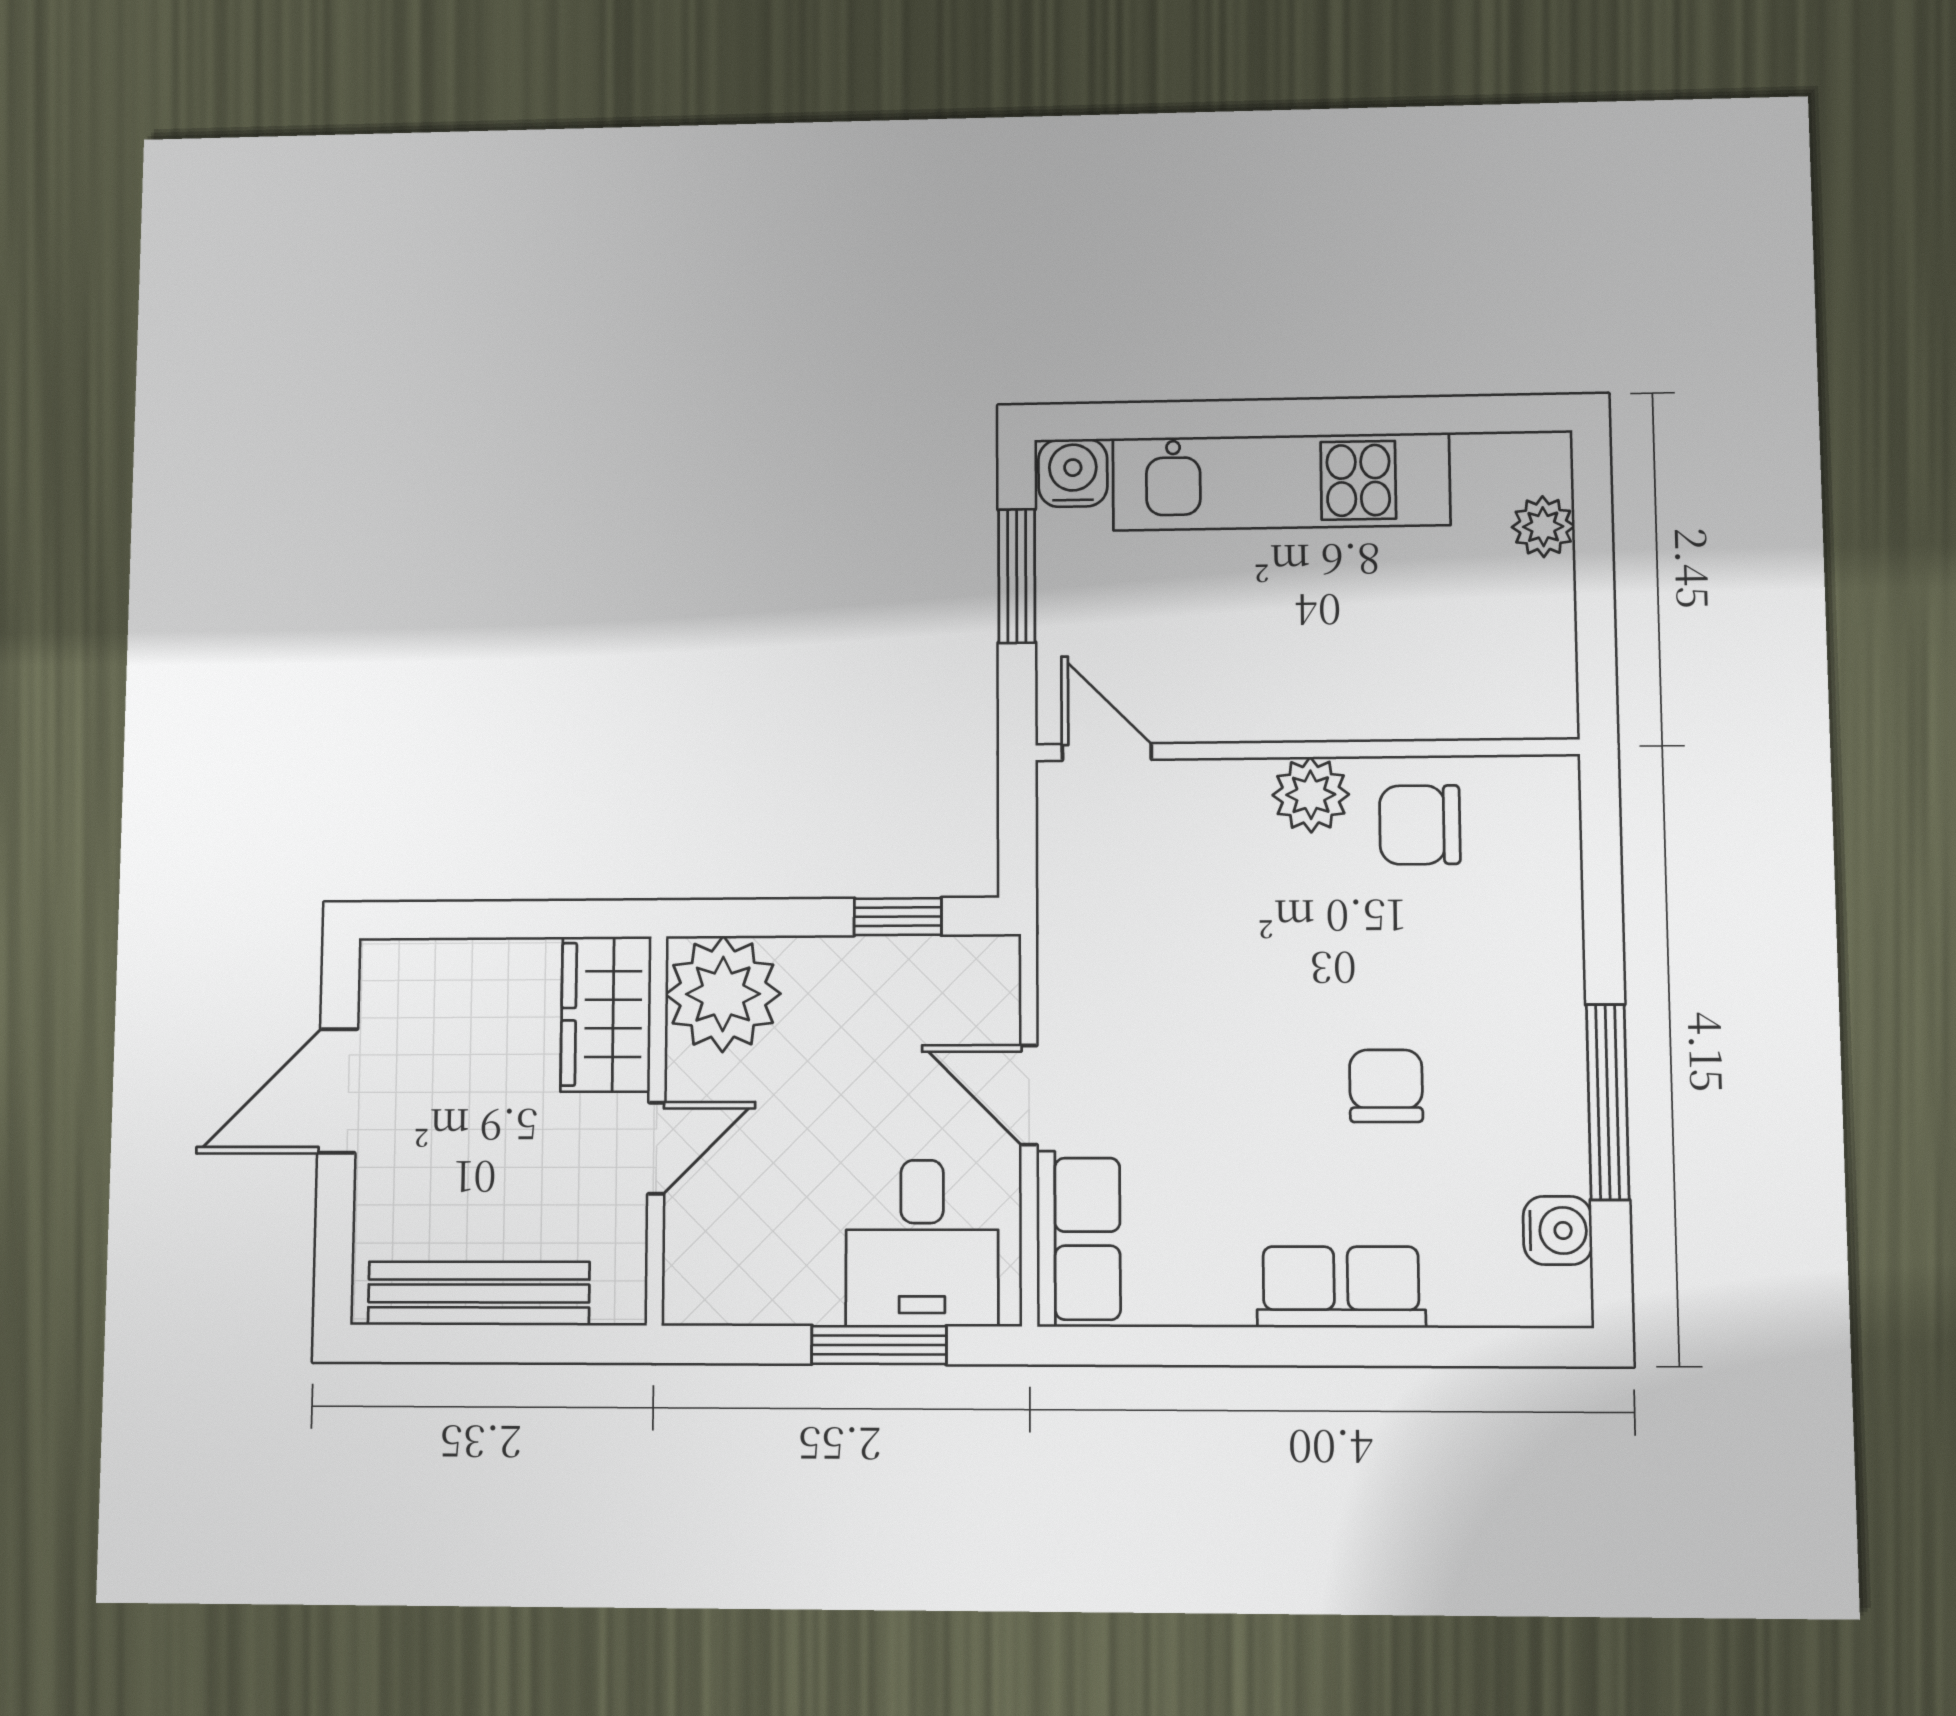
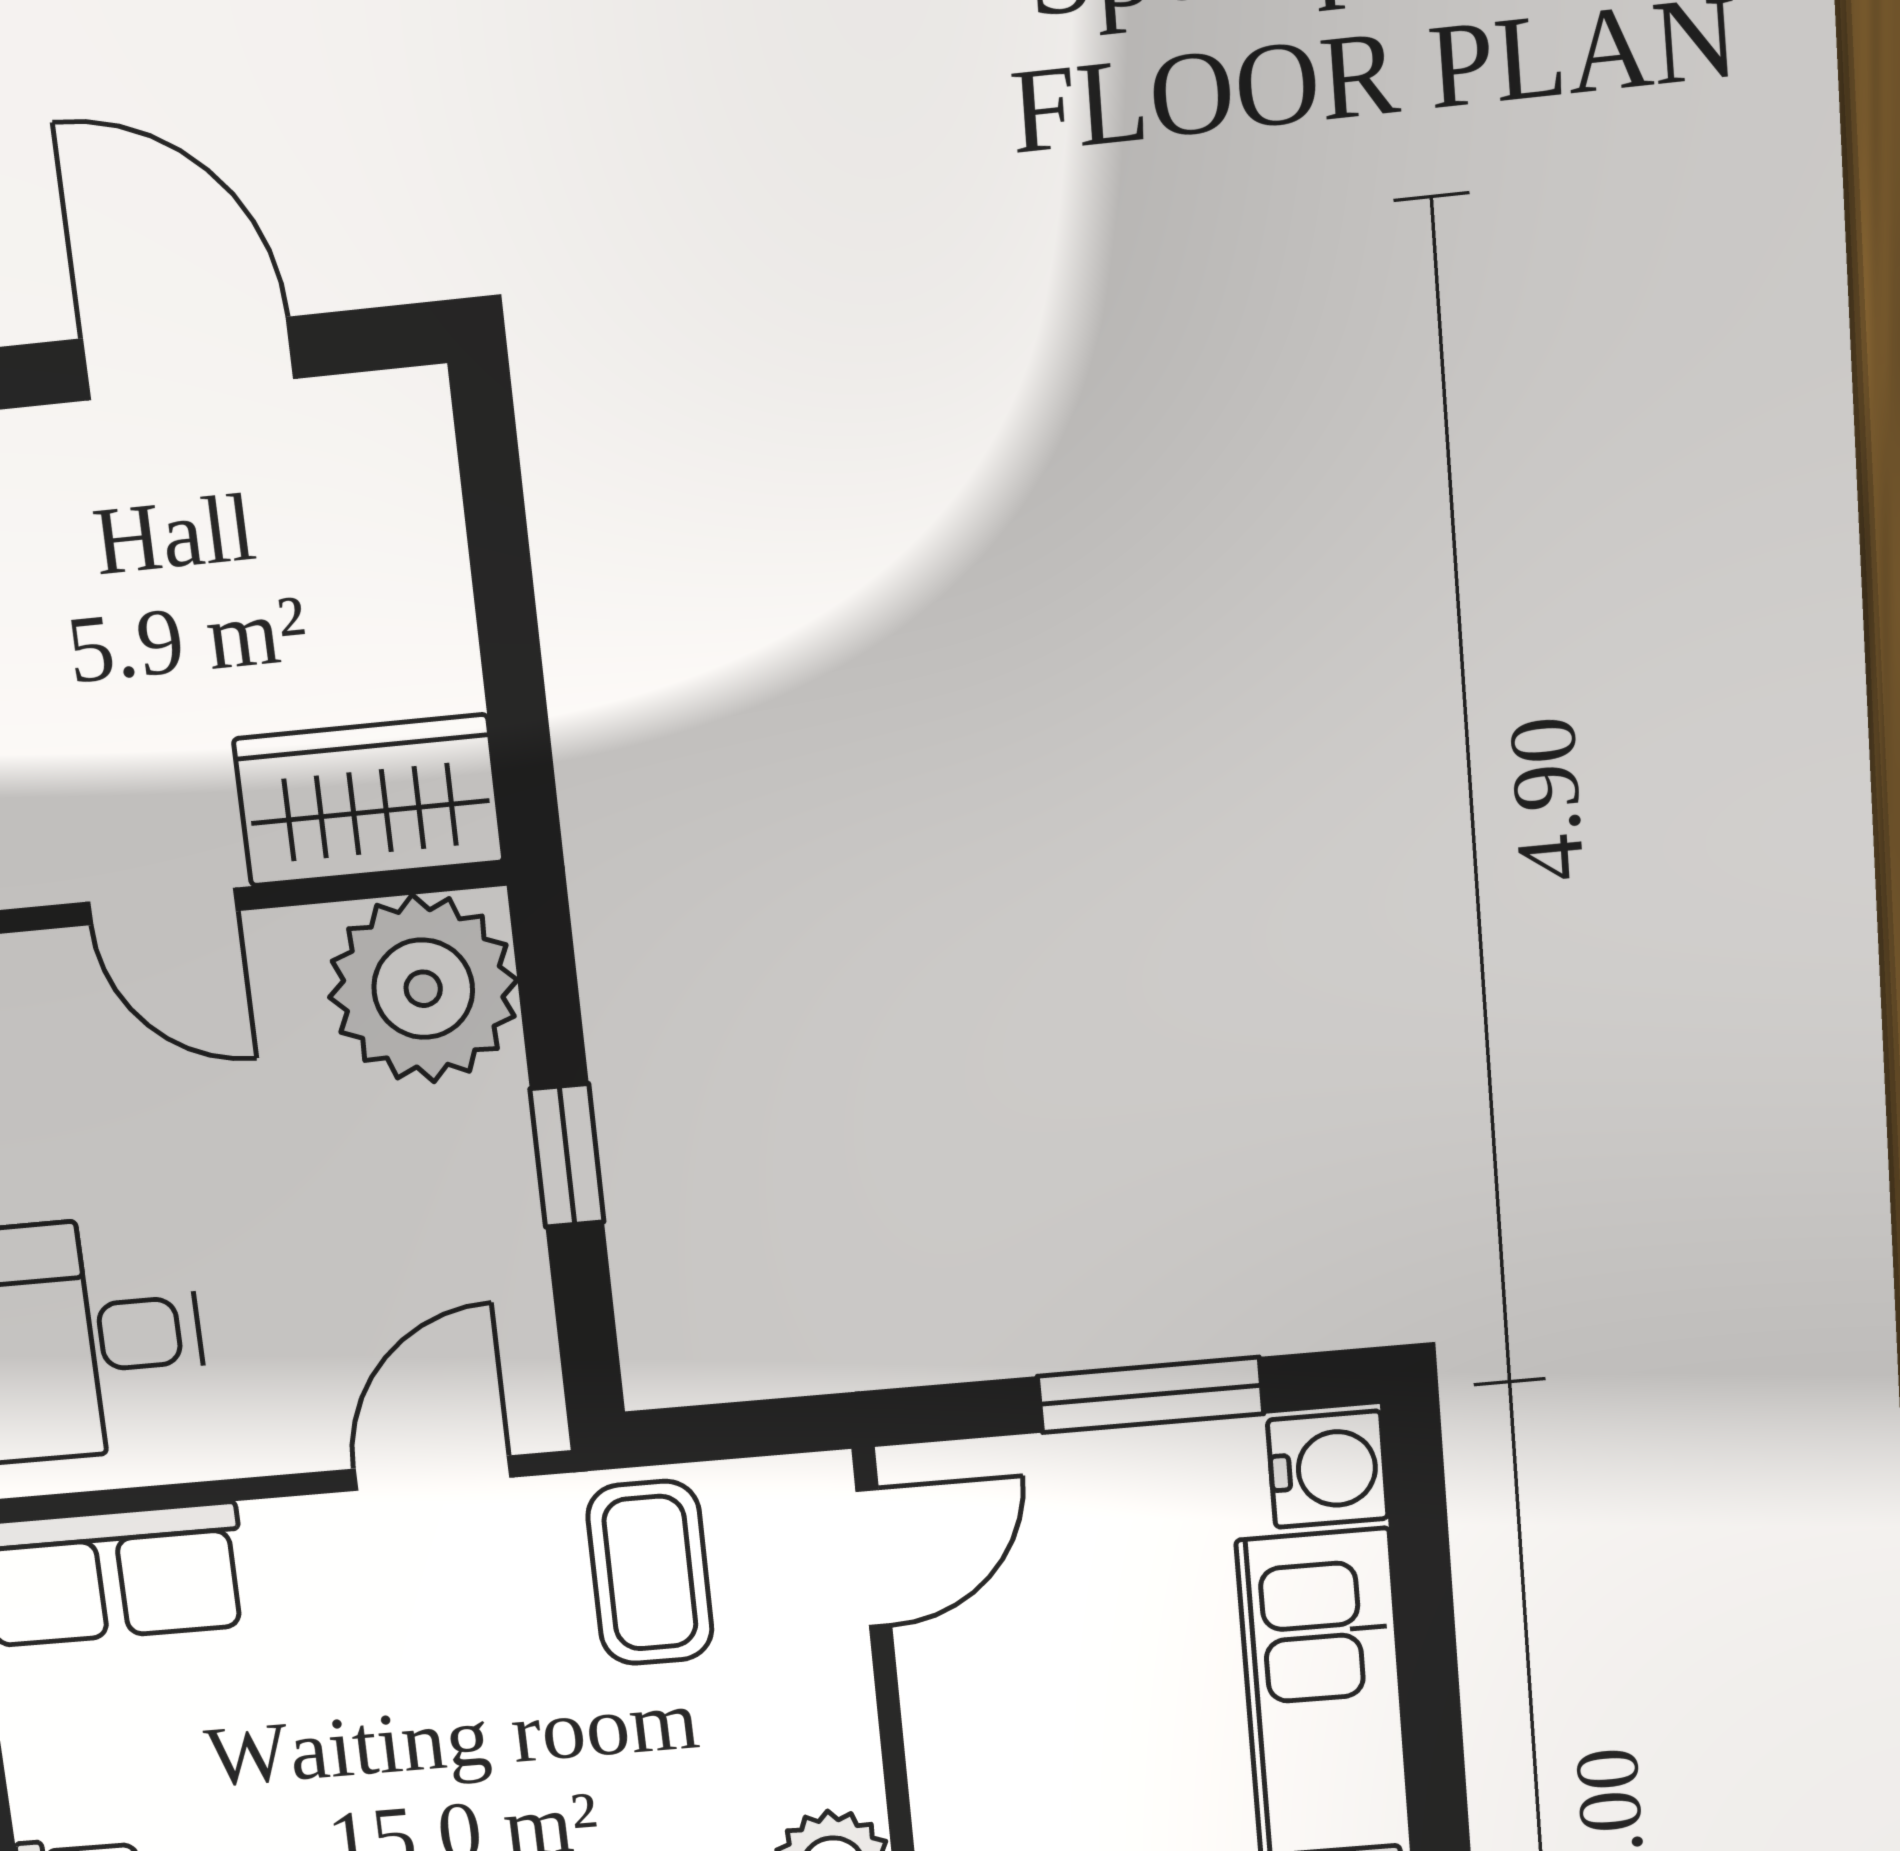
coffee table: (1105, 892) -> (650, 1573), added
window: (898, 917) -> (567, 1155), moved
door: (1029, 1095) -> (432, 1473), moved

